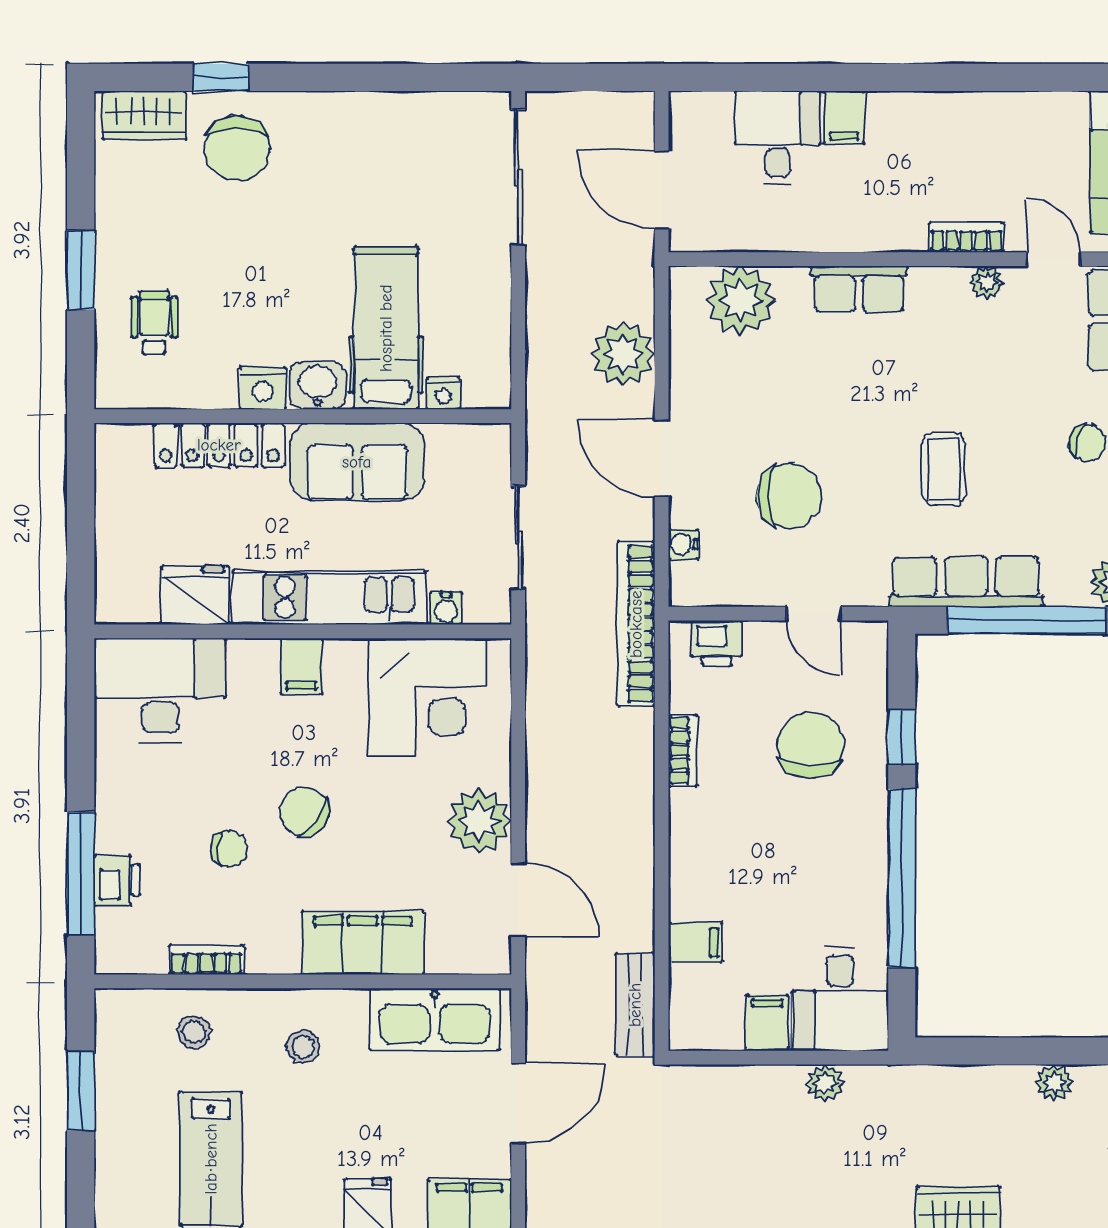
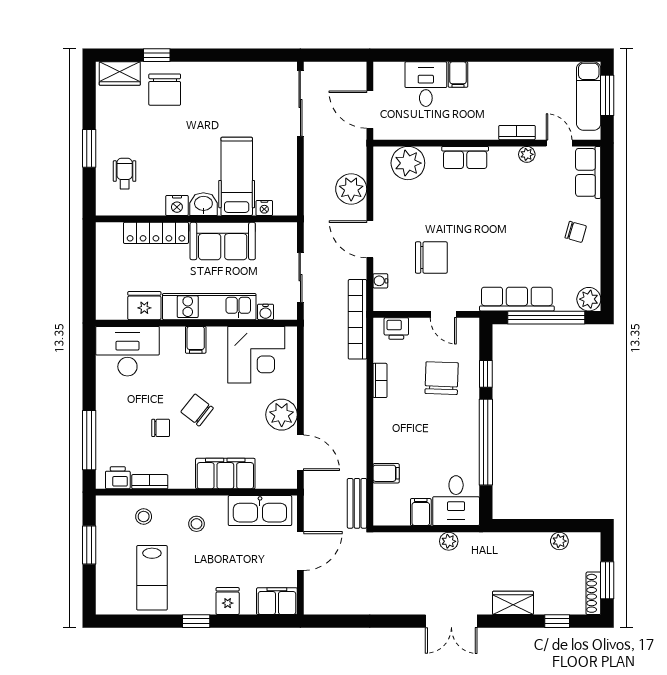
coffee table: (944, 469) -> (506, 244), removed
printer: (117, 880) -> (118, 478), moved, turned -90

